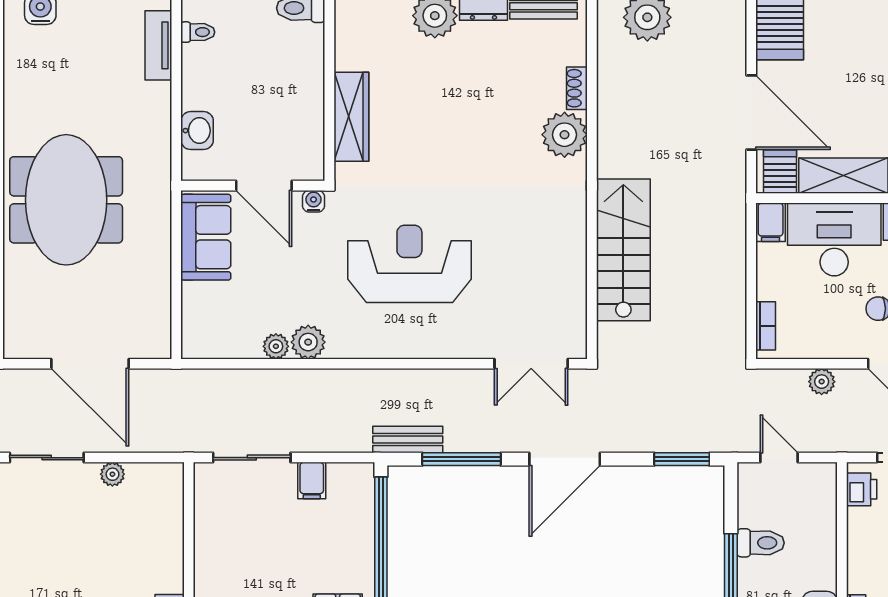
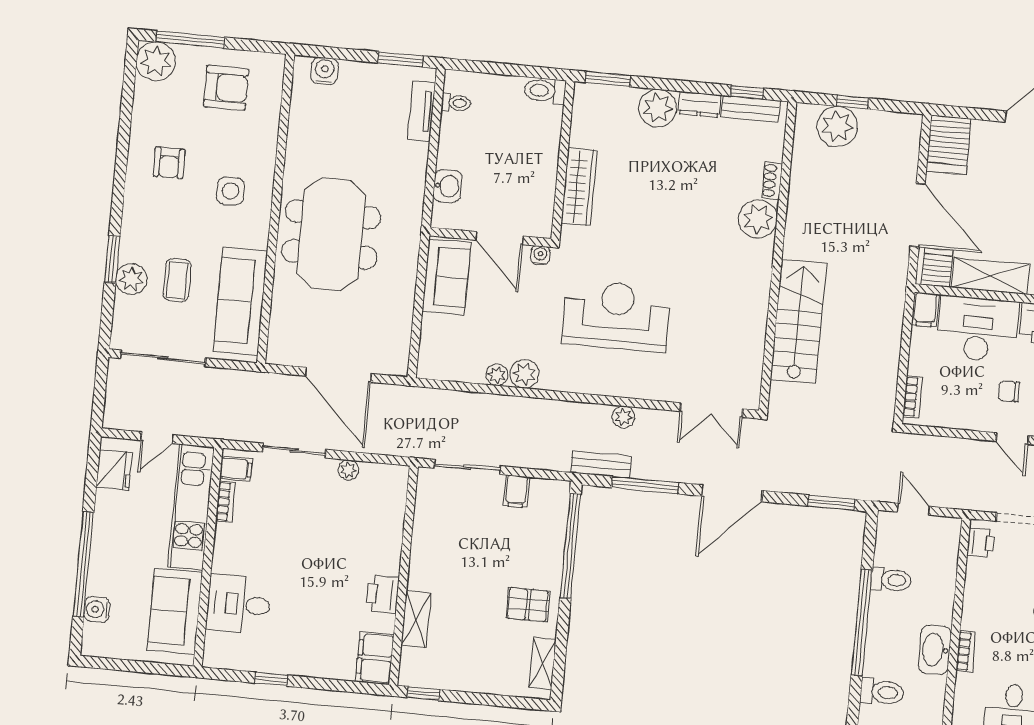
plant: (822, 382) -> (623, 417), moved

